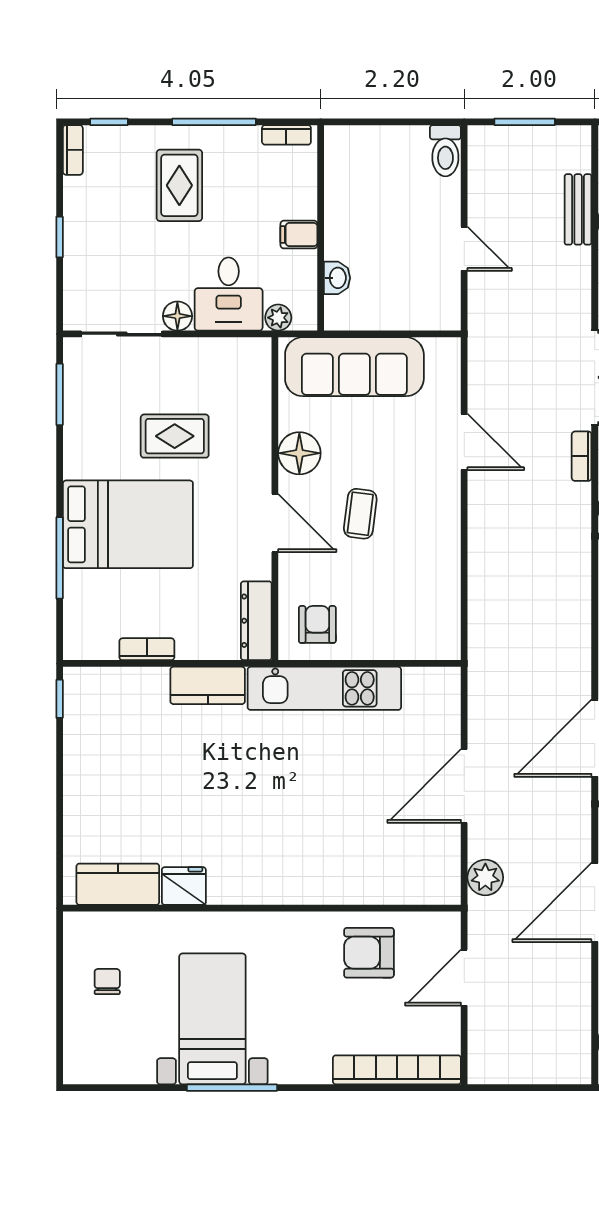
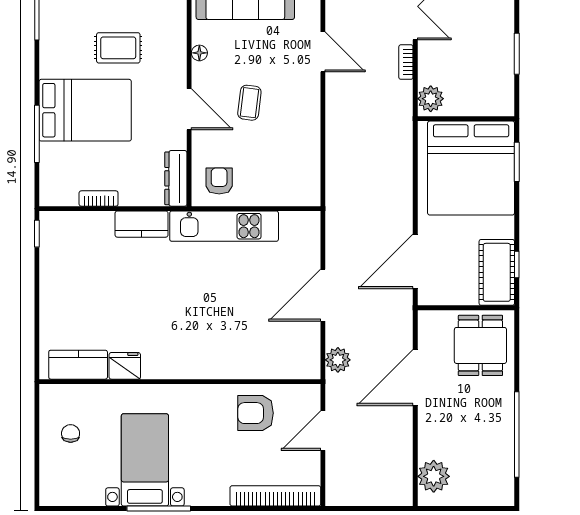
floor lamp: (299, 453) -> (199, 53), width x0.53, depth x0.53

